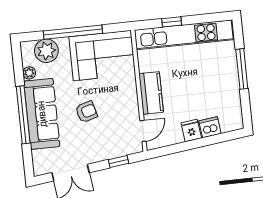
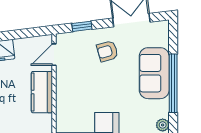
armchair: (86, 112) -> (107, 51), moved
sofa: (42, 114) -> (154, 73), width x0.73

